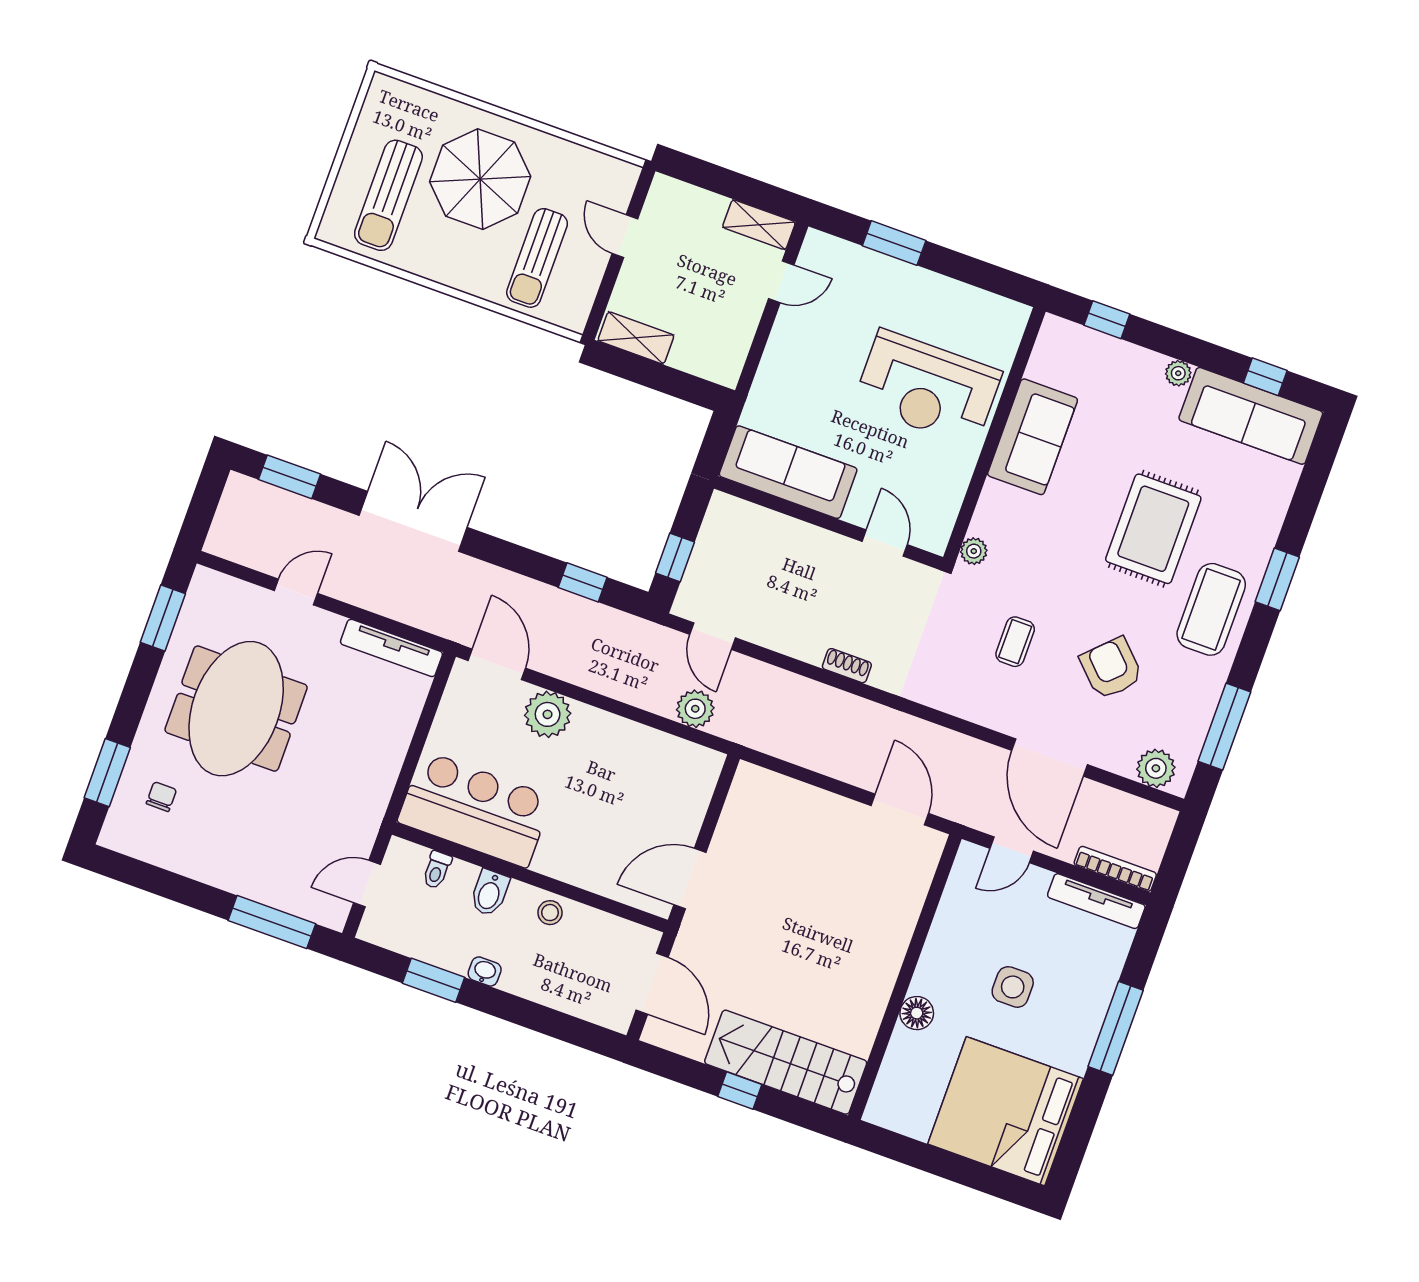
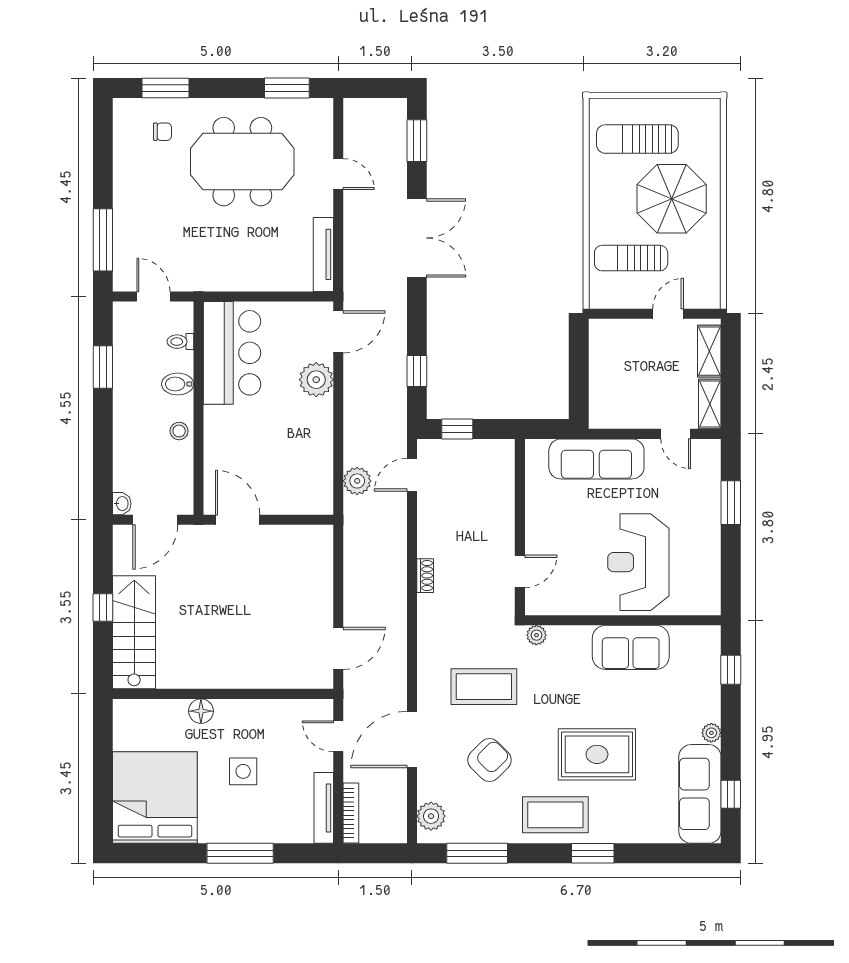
shelving: (636, 338) -> (709, 351), moved
sofa: (788, 472) -> (596, 459), moved, turned 90
coffee table: (1015, 642) -> (484, 687), width x1.86, depth x1.72
washbasin: (485, 971) -> (122, 504), moved

